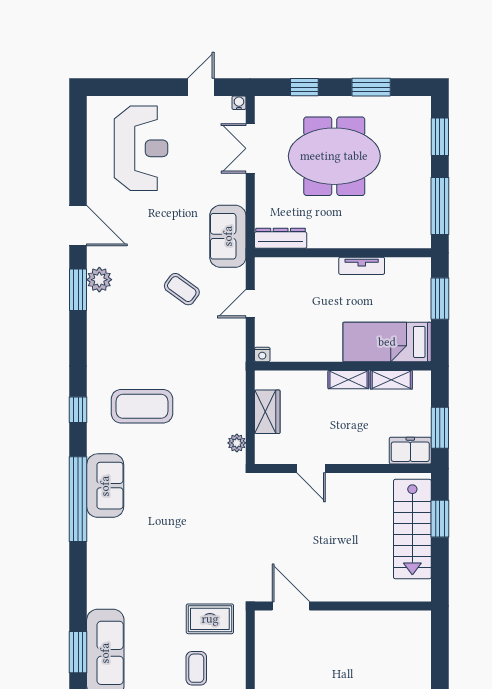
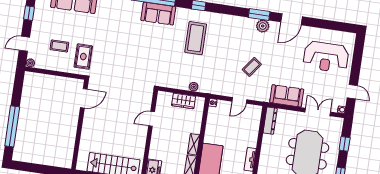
sofa: (228, 236) -> (287, 96), moved
door: (250, 304) -> (239, 100), swing flipped
plant: (237, 443) -> (194, 87), moved

